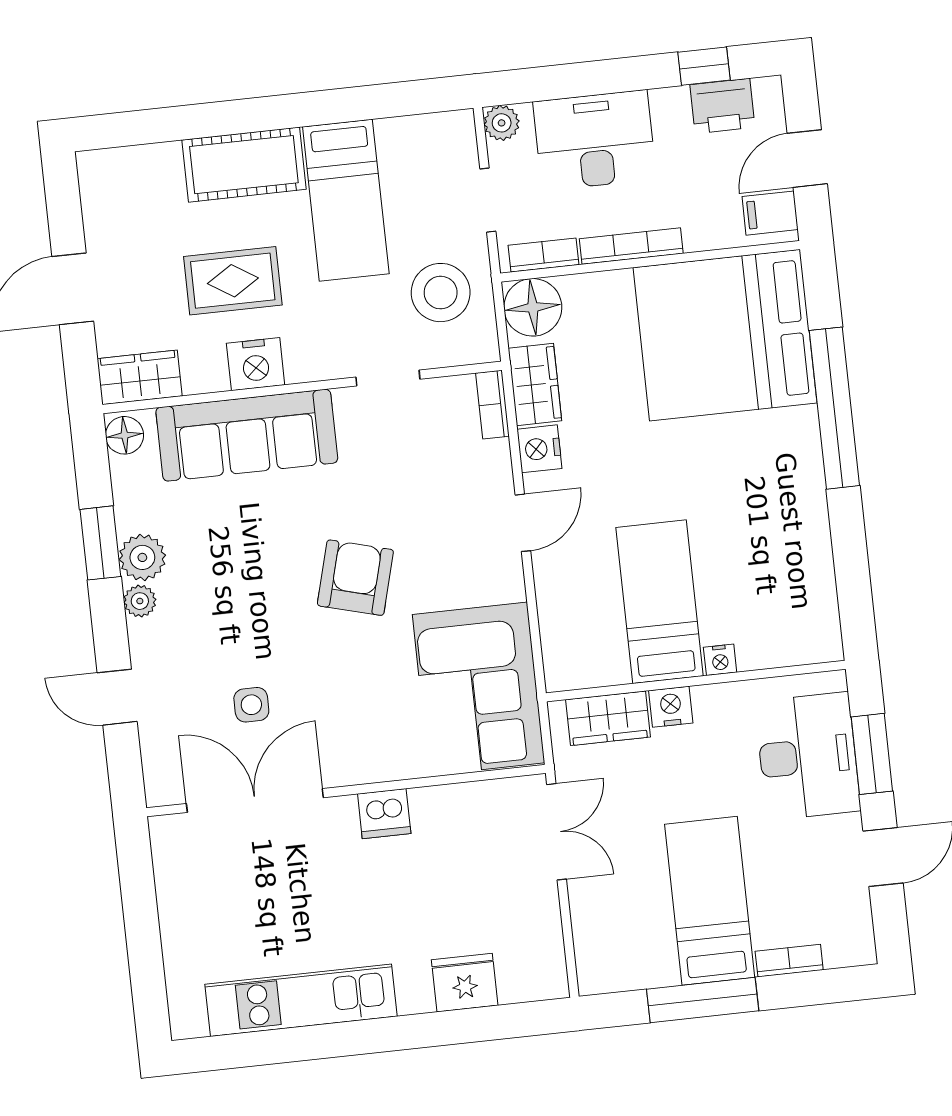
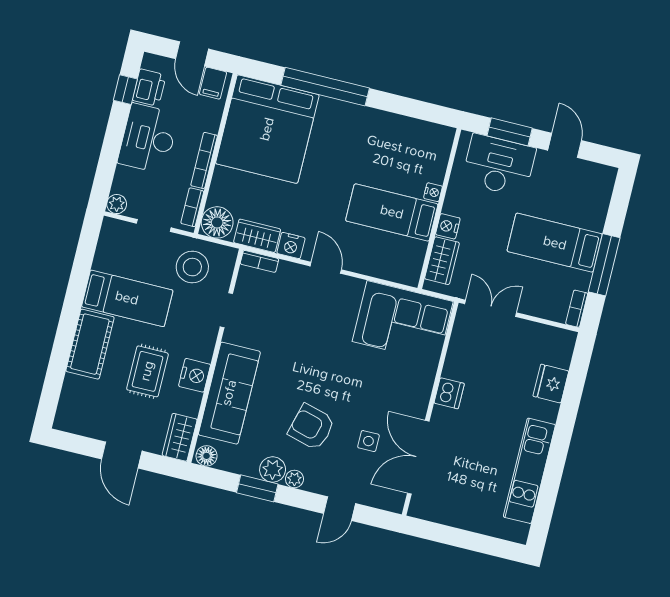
desk: (595, 140) -> (148, 138), moved
armchair: (355, 578) -> (311, 427), moved
bookcase: (789, 961) -> (577, 309), moved

